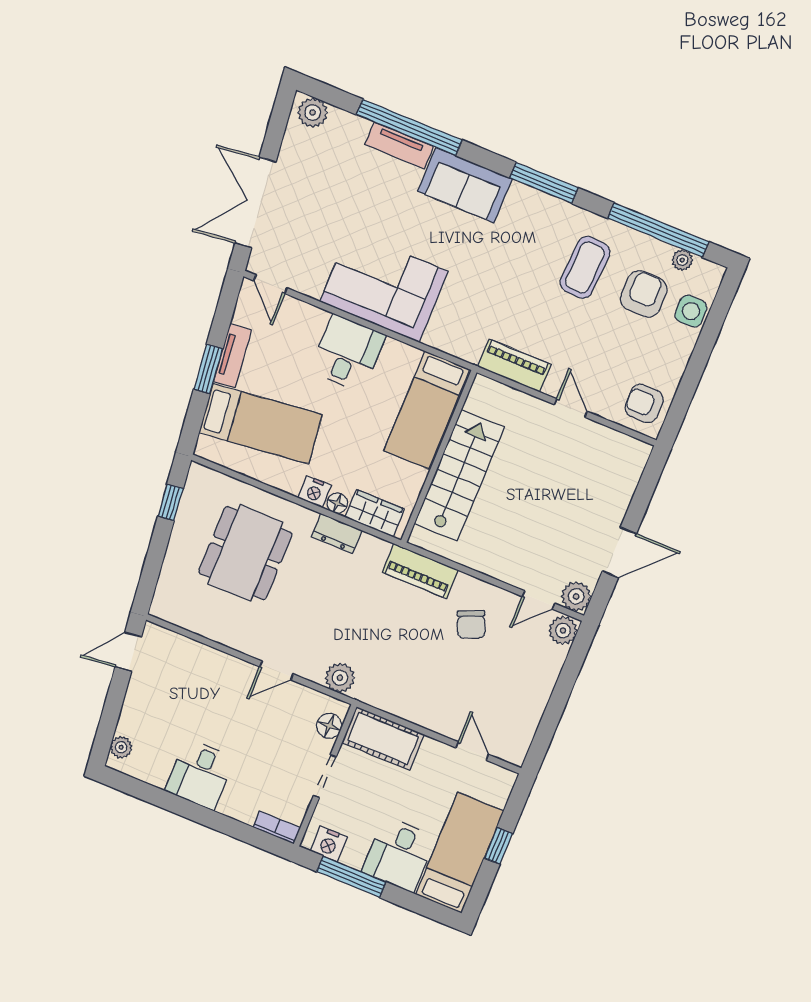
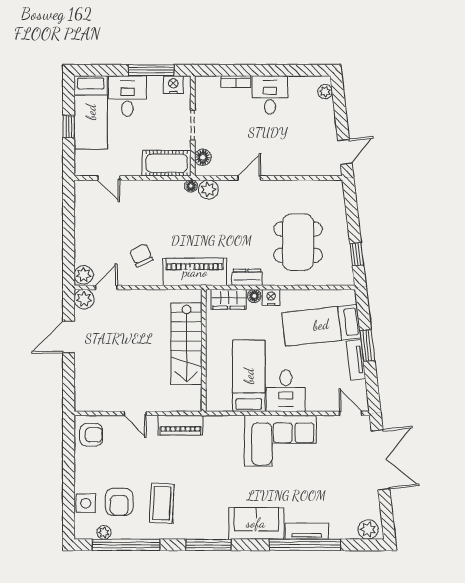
bed: (427, 410) -> (249, 376), moved
piano: (420, 571) -> (195, 272), width x1.37, depth x1.33
floor lamp: (362, 693) -> (191, 186), added
bookcase: (277, 827) -> (236, 82), moved

